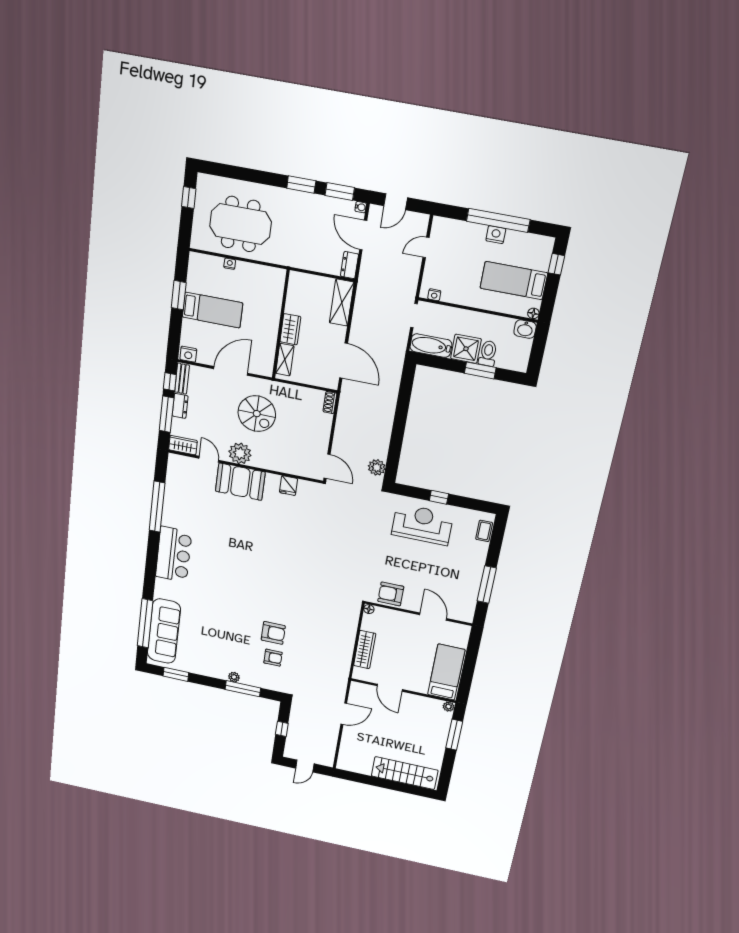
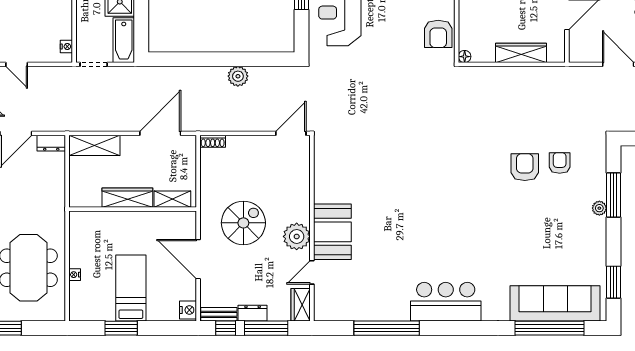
wardrobe: (290, 329) -> (127, 198), width x1.50
plant: (377, 467) -> (238, 76), moved
fridge: (289, 486) -> (325, 175), removed

